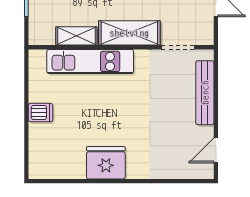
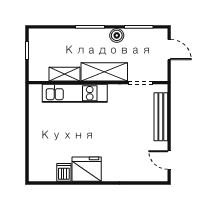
dishwasher: (41, 113) -> (64, 172), moved, turned -90
door: (216, 150) -> (169, 160), hinge flipped

